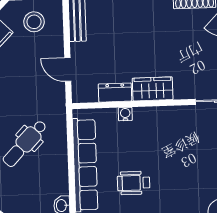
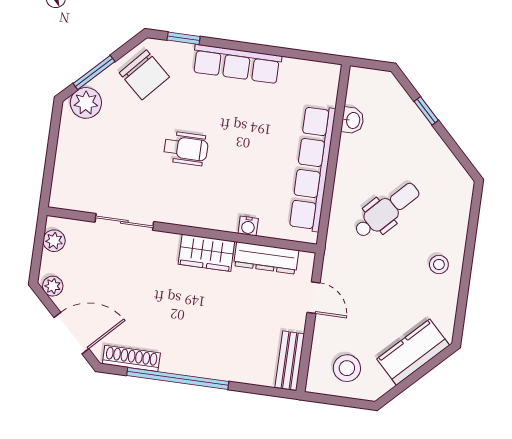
dresser: (115, 93) -> (266, 258), width x1.44
wheelchair: (134, 183) -> (186, 148), moved

